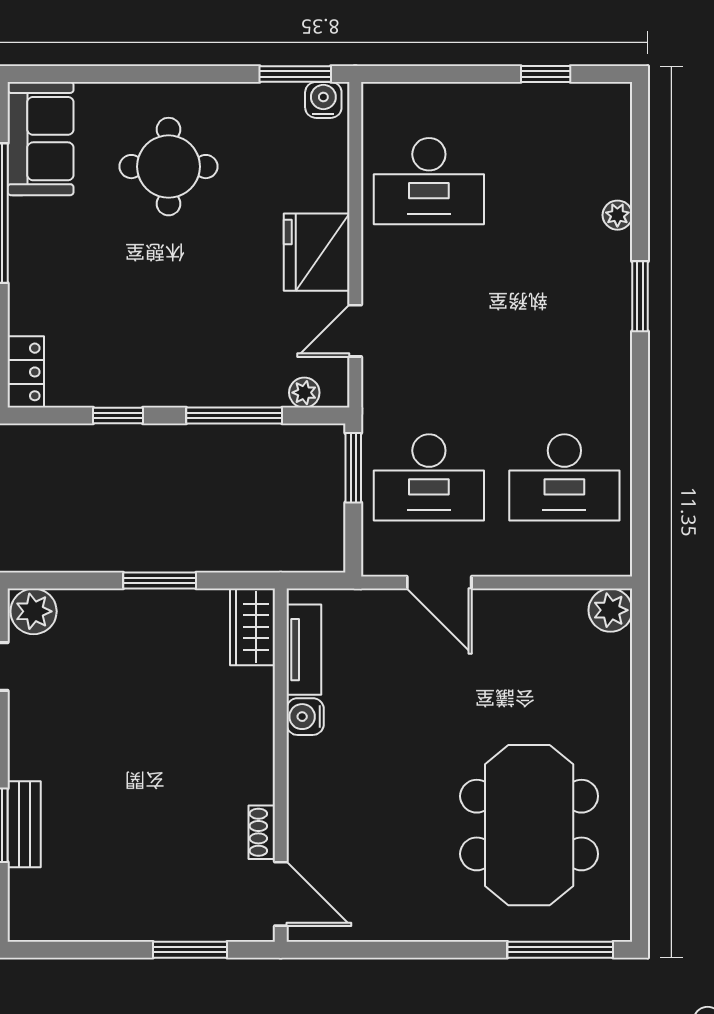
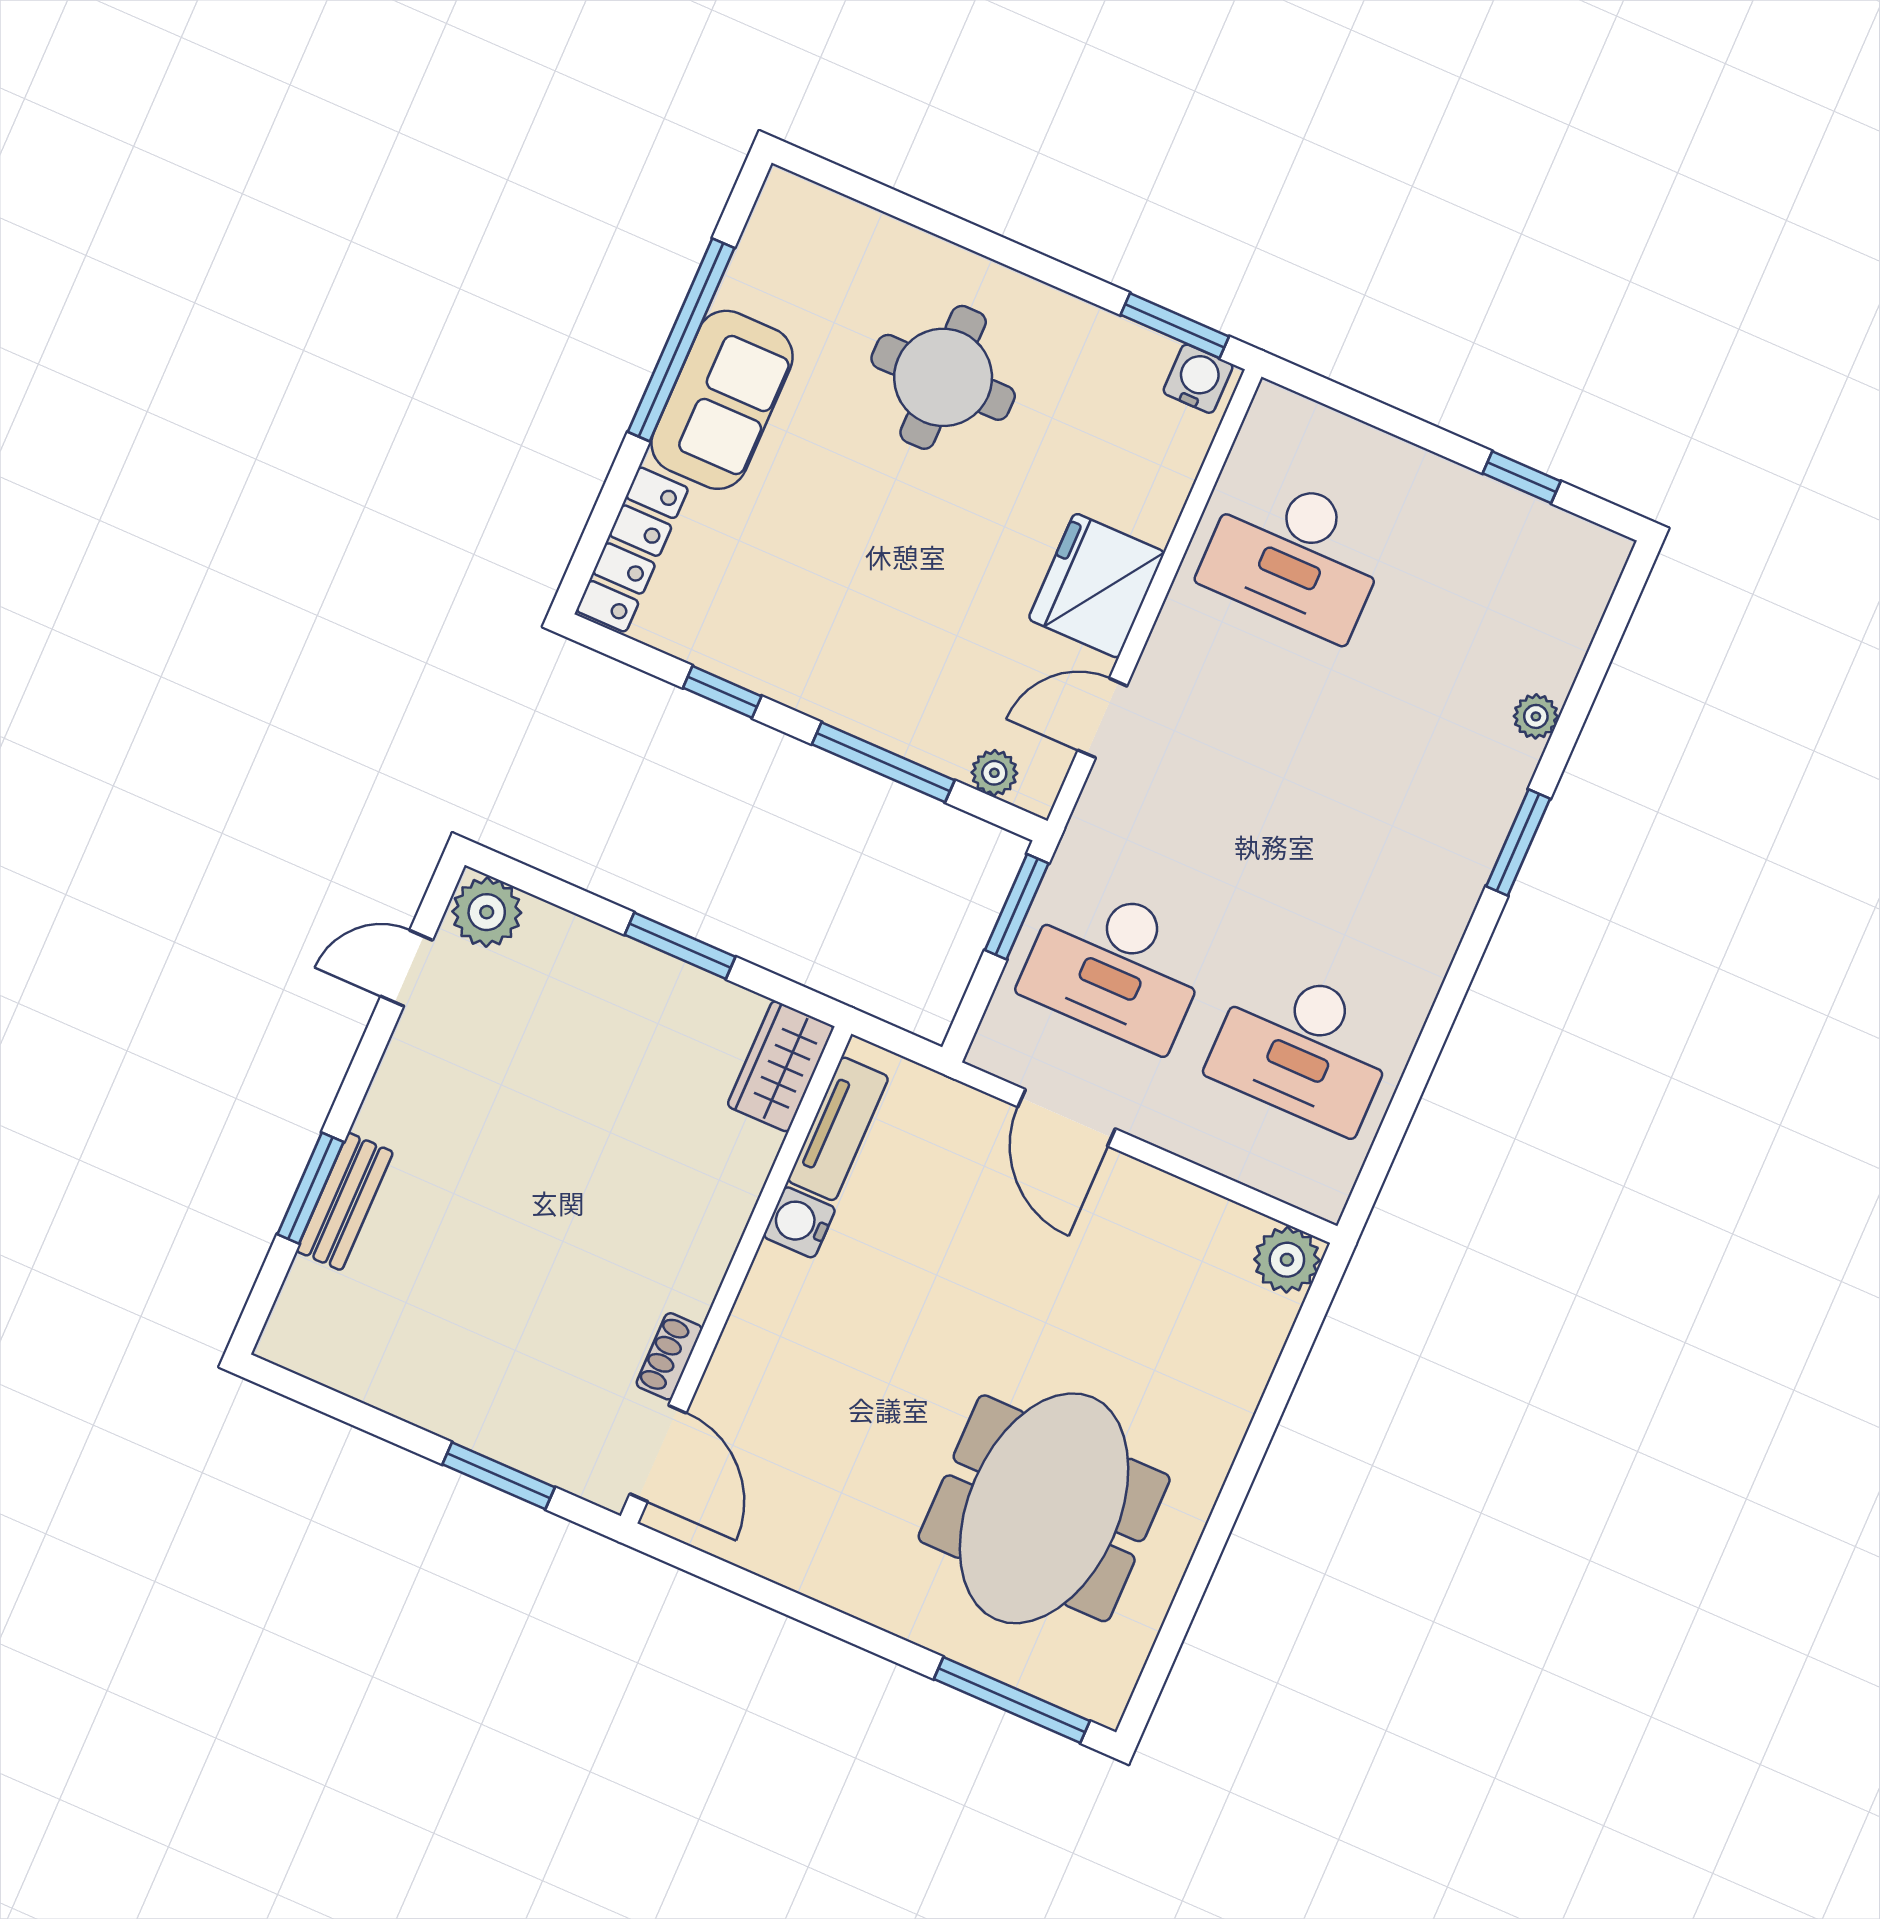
sofa: (41, 139) -> (722, 400), moved
locker: (26, 372) -> (632, 550), width x1.53

